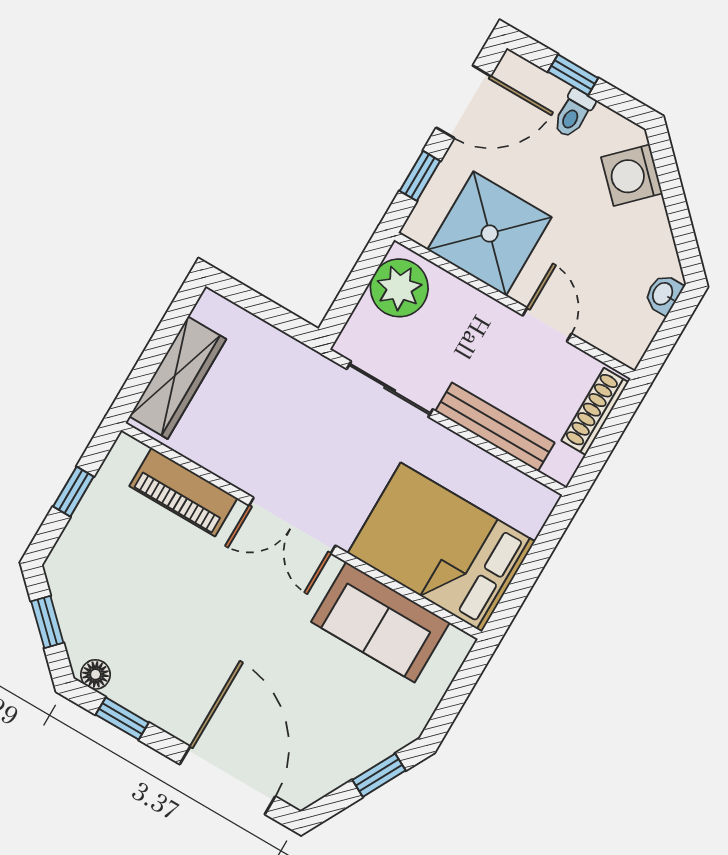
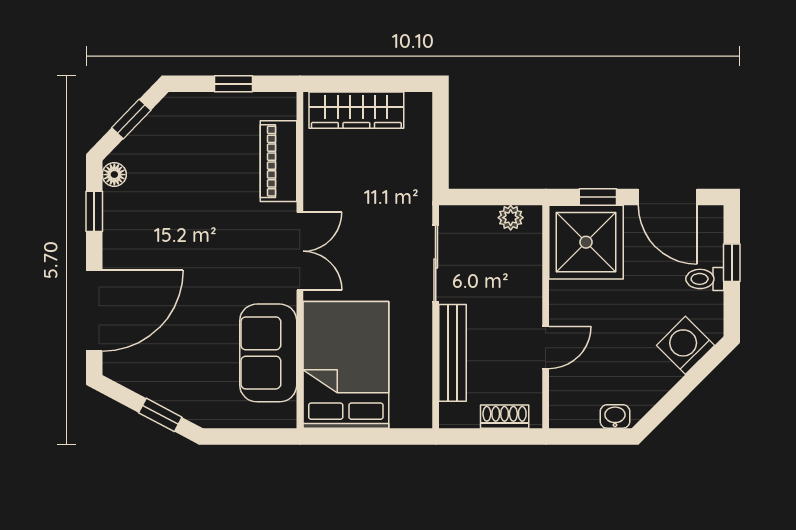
shower: (490, 233) -> (586, 242), moved
plant: (399, 288) -> (511, 218), width x0.53, depth x0.53
shoe rack: (595, 411) -> (505, 417), width x0.70
double door: (292, 526) -> (300, 251), swing flipped

